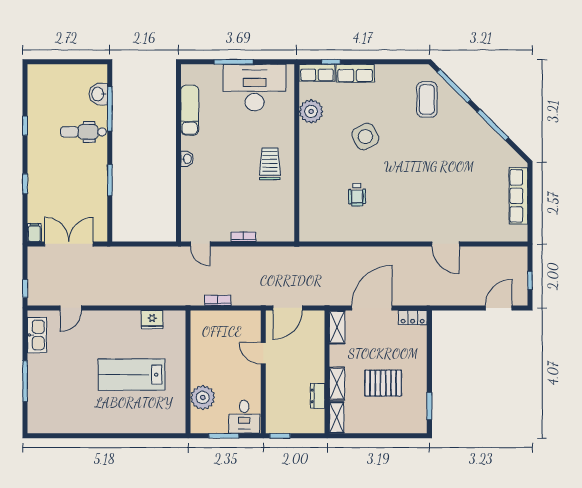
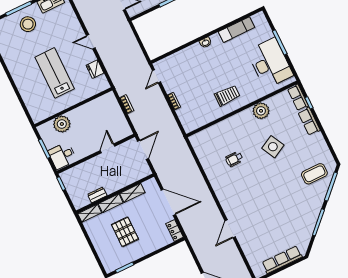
plant: (311, 111) -> (261, 111), moved
door: (71, 308) -> (91, 42), moved
door: (288, 308) -> (143, 150), swing flipped
shelving: (337, 327) -> (132, 193), moved
stool: (51, 379) -> (28, 24), added

